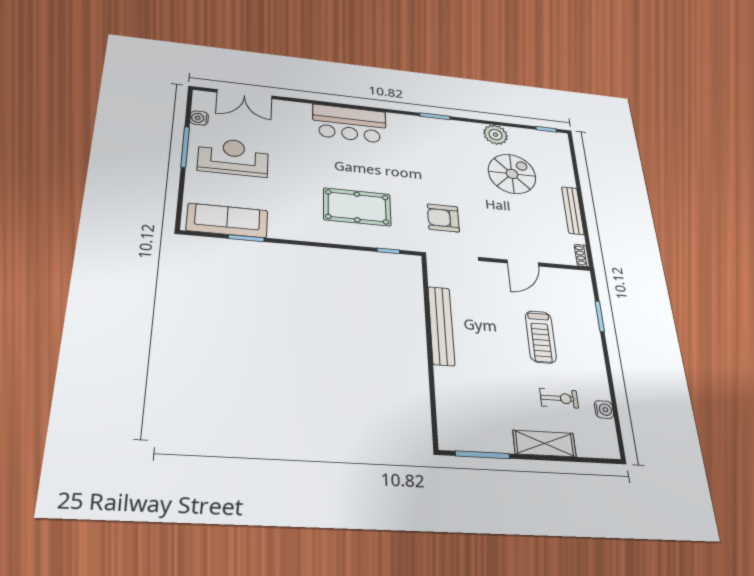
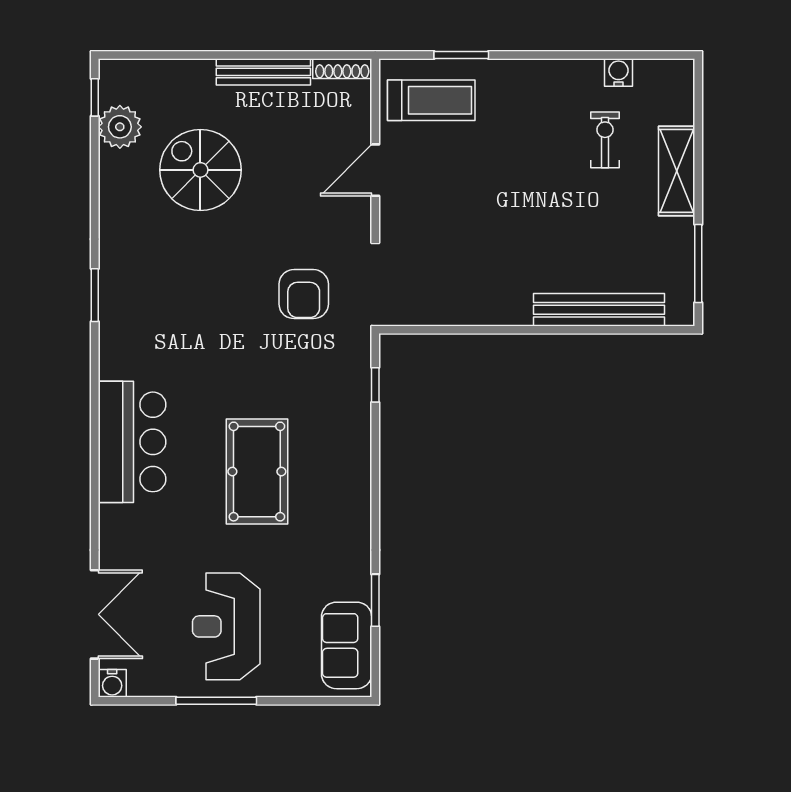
water cooler: (199, 118) -> (112, 683), moved
plant: (495, 135) -> (120, 127), moved
pool table: (357, 207) -> (257, 472), moved
sofa: (227, 220) -> (347, 645), width x0.73
shoe rack: (582, 256) -> (342, 69), width x1.43
door: (523, 263) -> (375, 170), swing flipped
bench: (441, 326) -> (599, 310), moved
treadmill: (541, 337) -> (431, 100), moved

